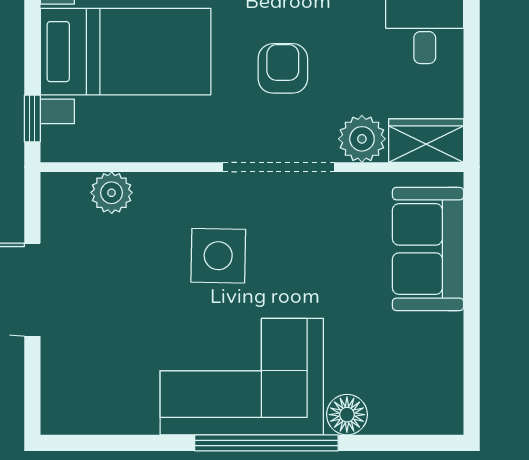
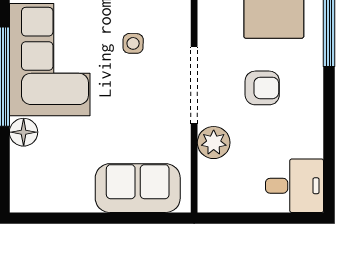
wardrobe: (426, 141) -> (212, 187), removed
side table: (218, 256) -> (133, 43), width x0.54, depth x0.54

